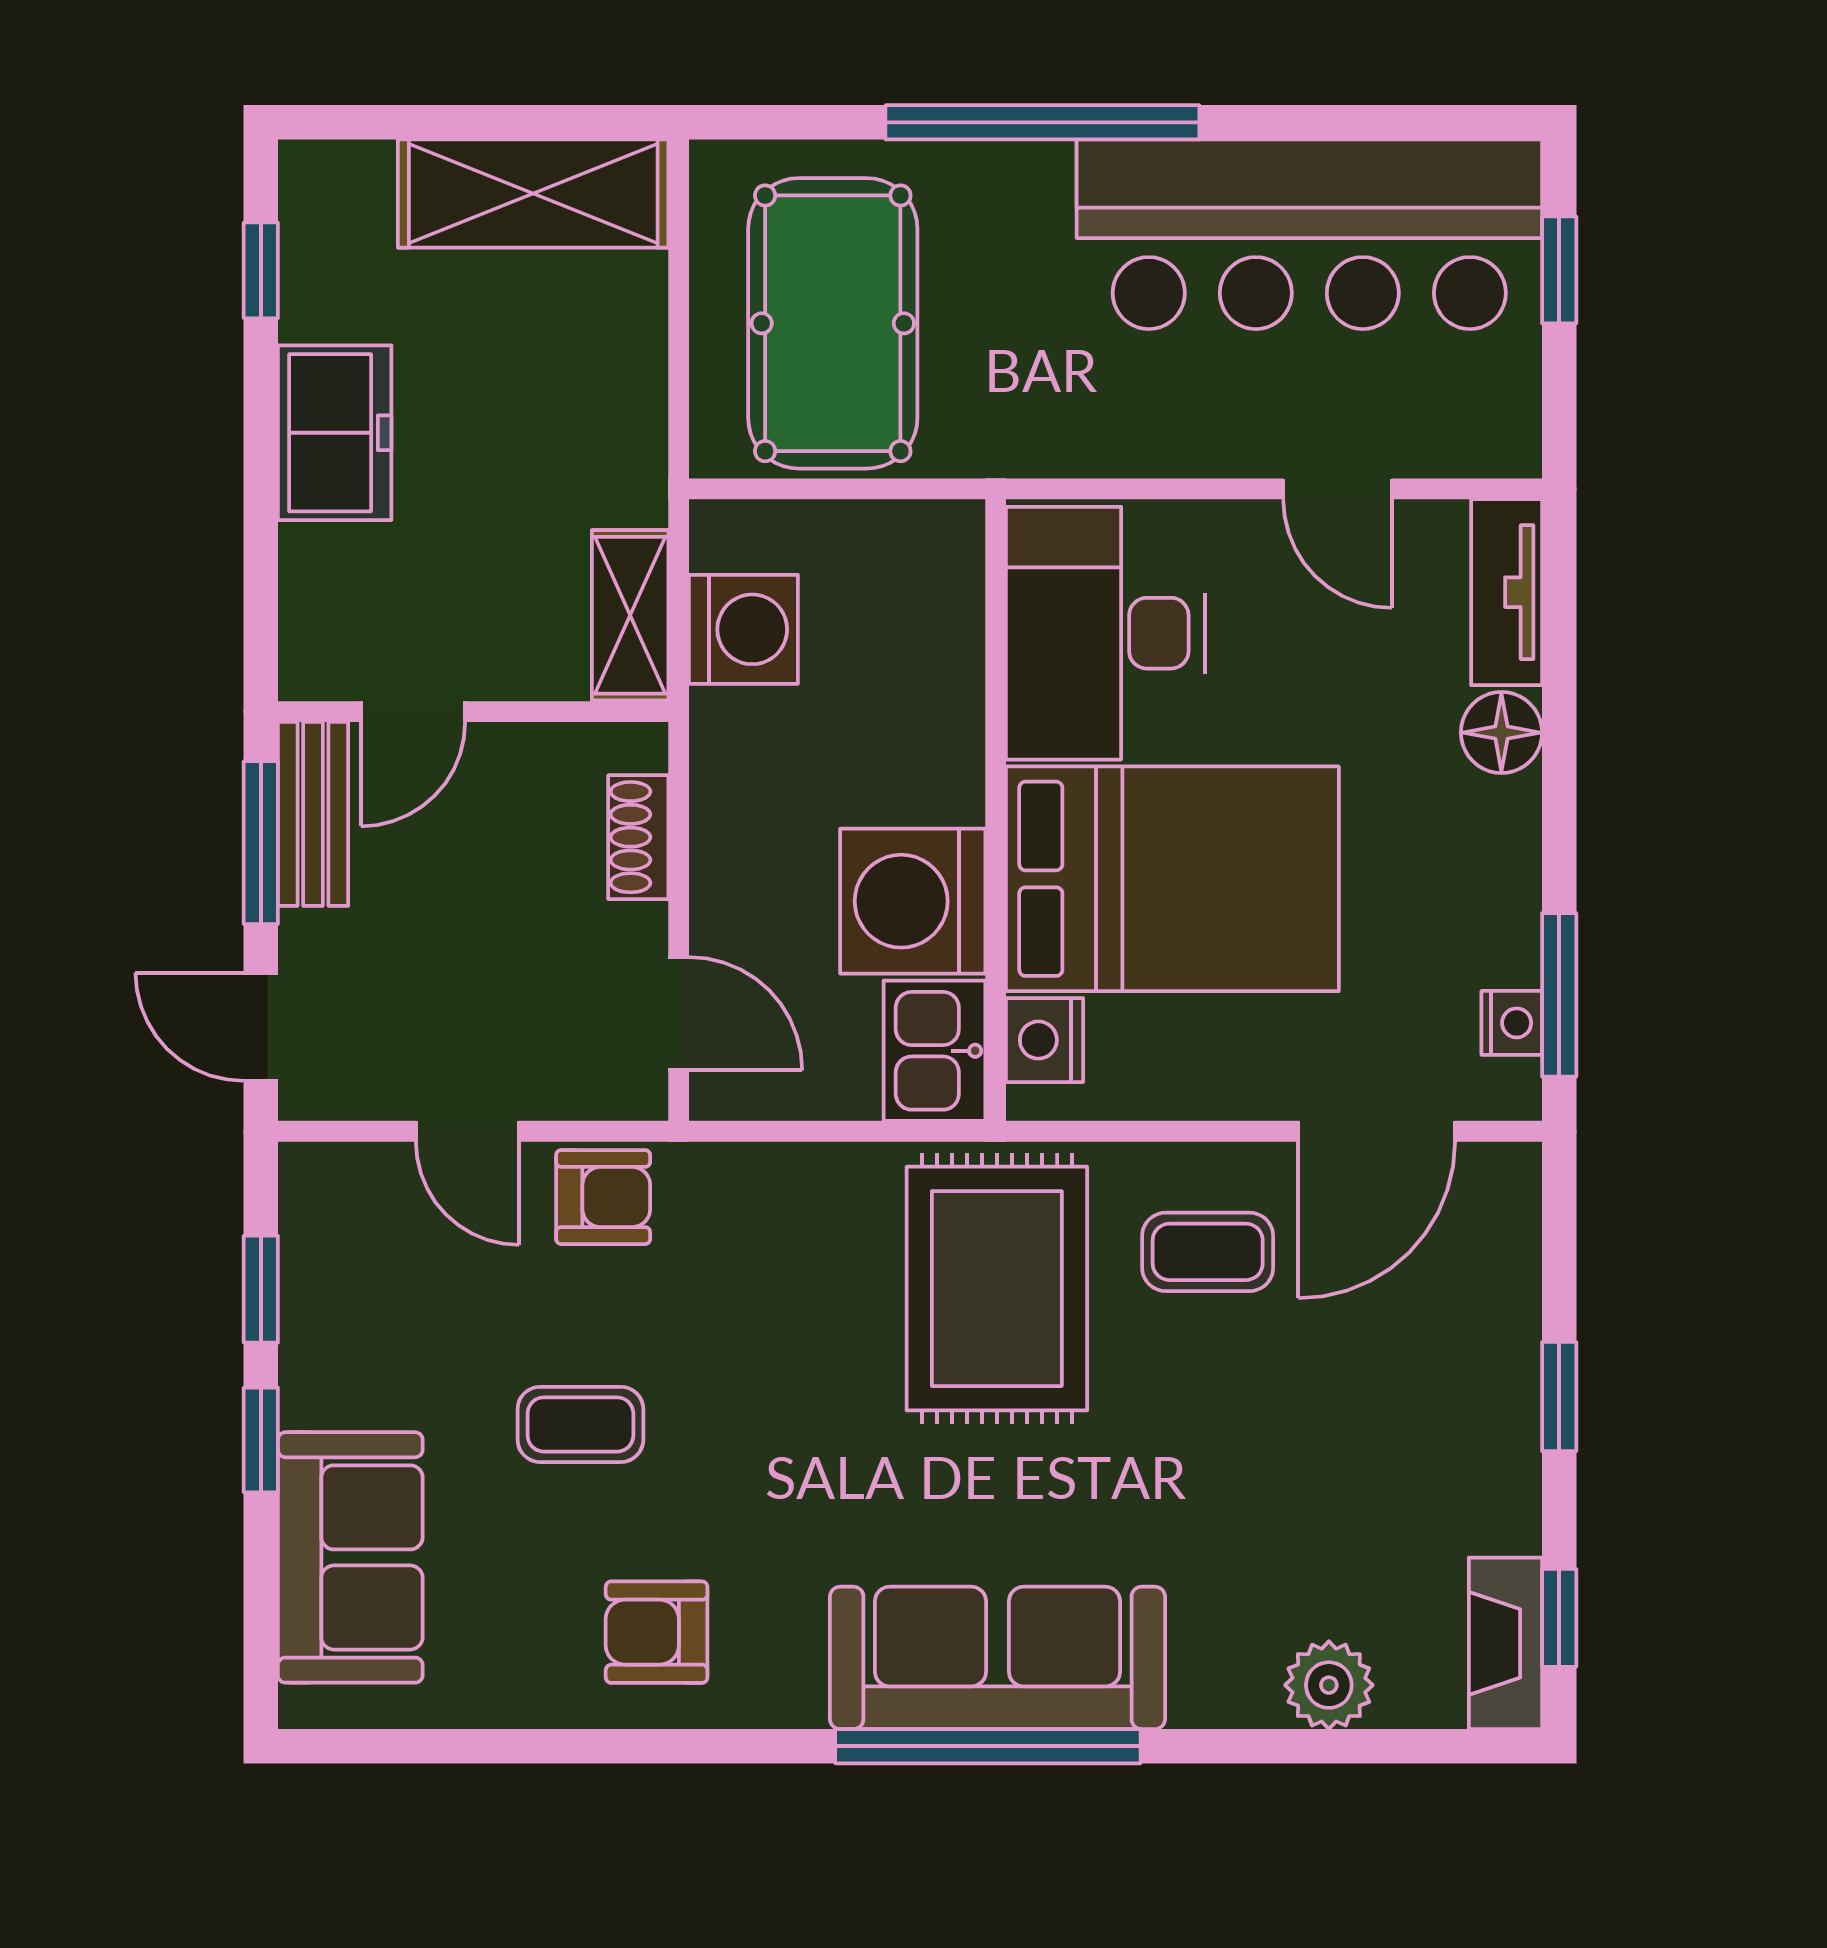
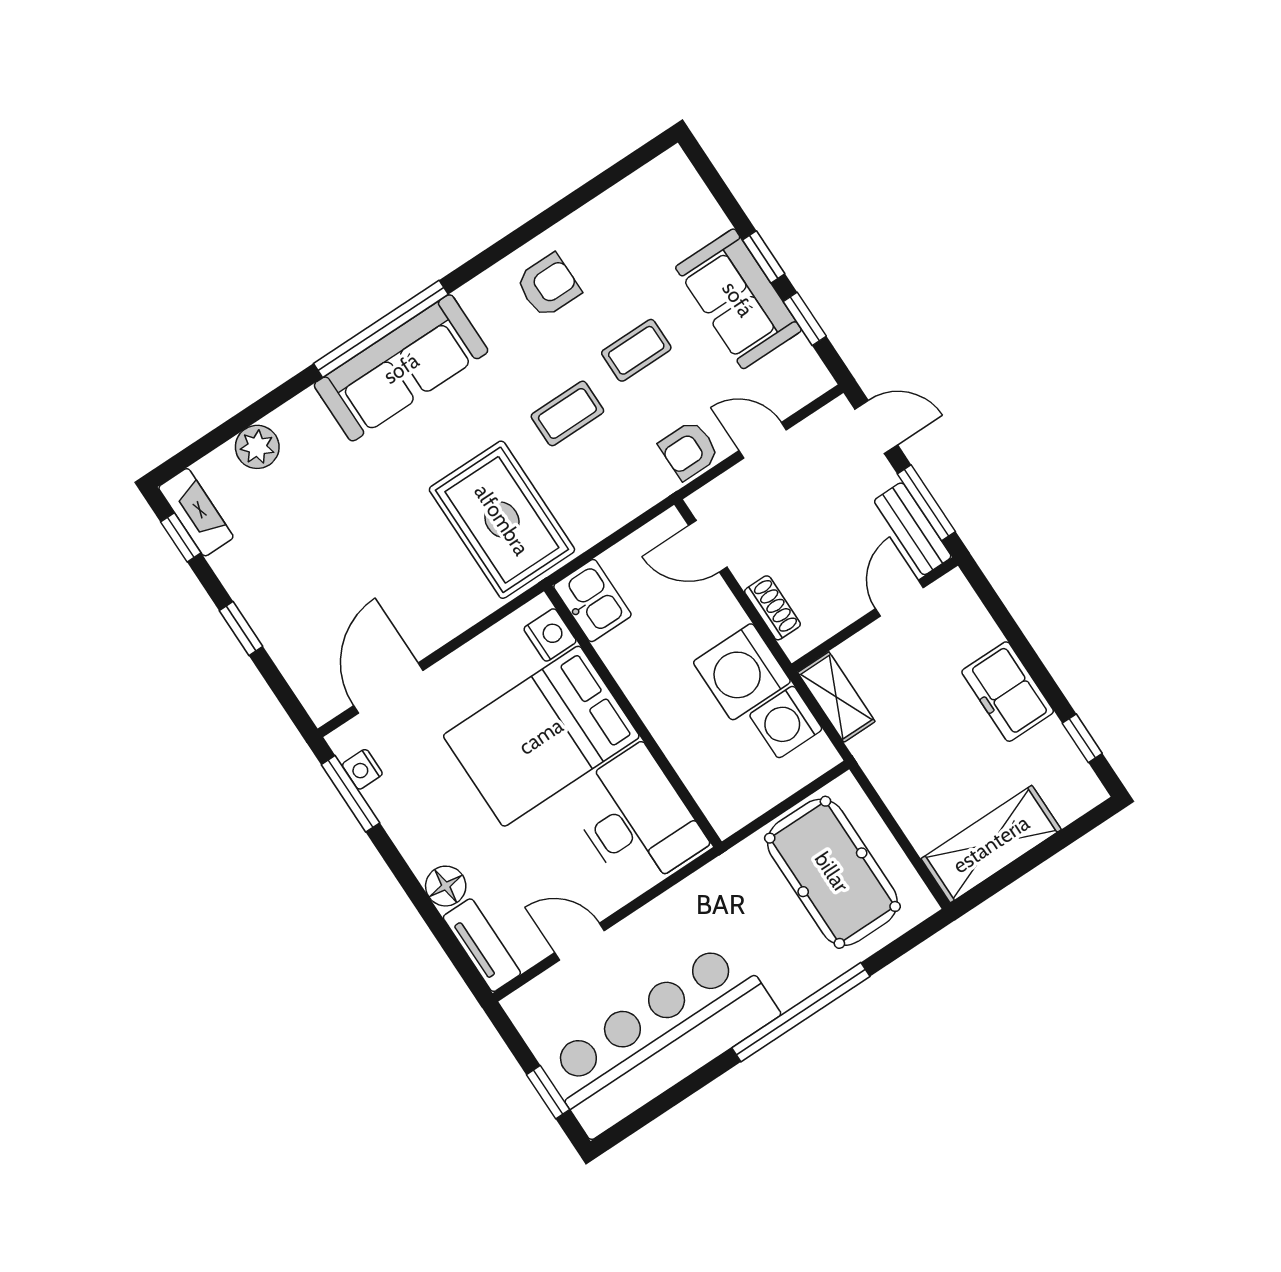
washing machine: (913, 901) -> (742, 672), moved, turned 180
coffee table: (1208, 1252) -> (567, 413), moved
sofa: (350, 1557) -> (738, 299), moved

